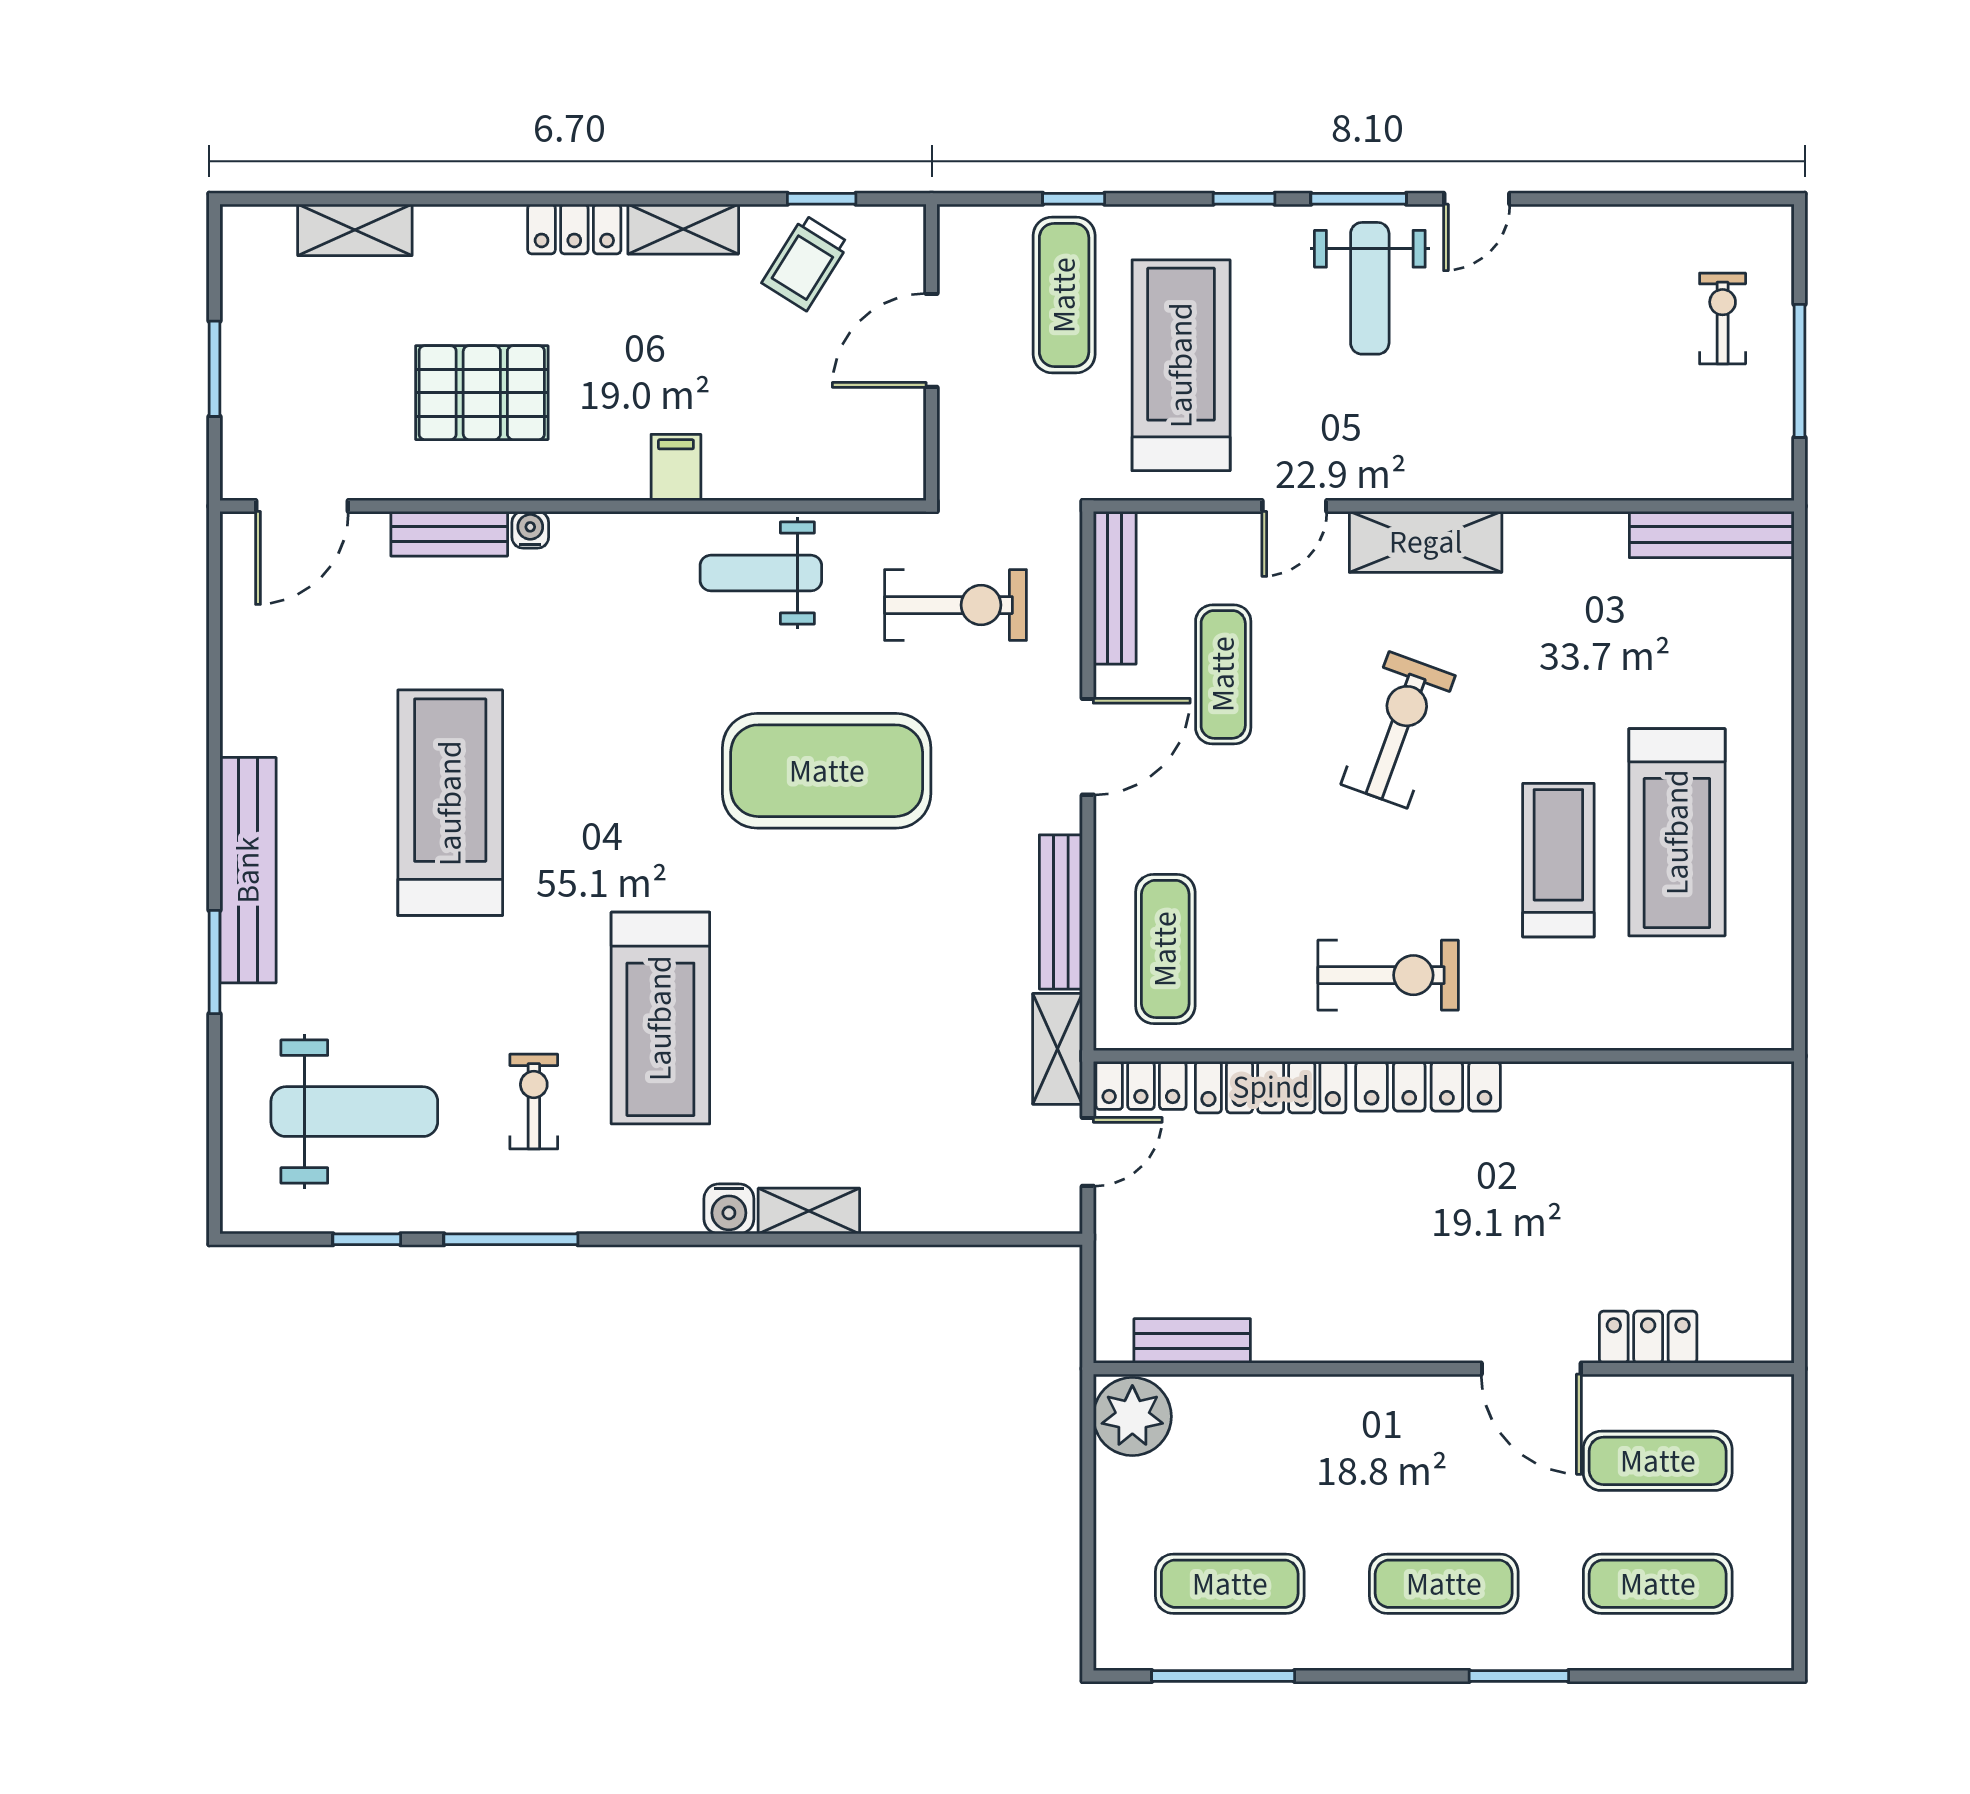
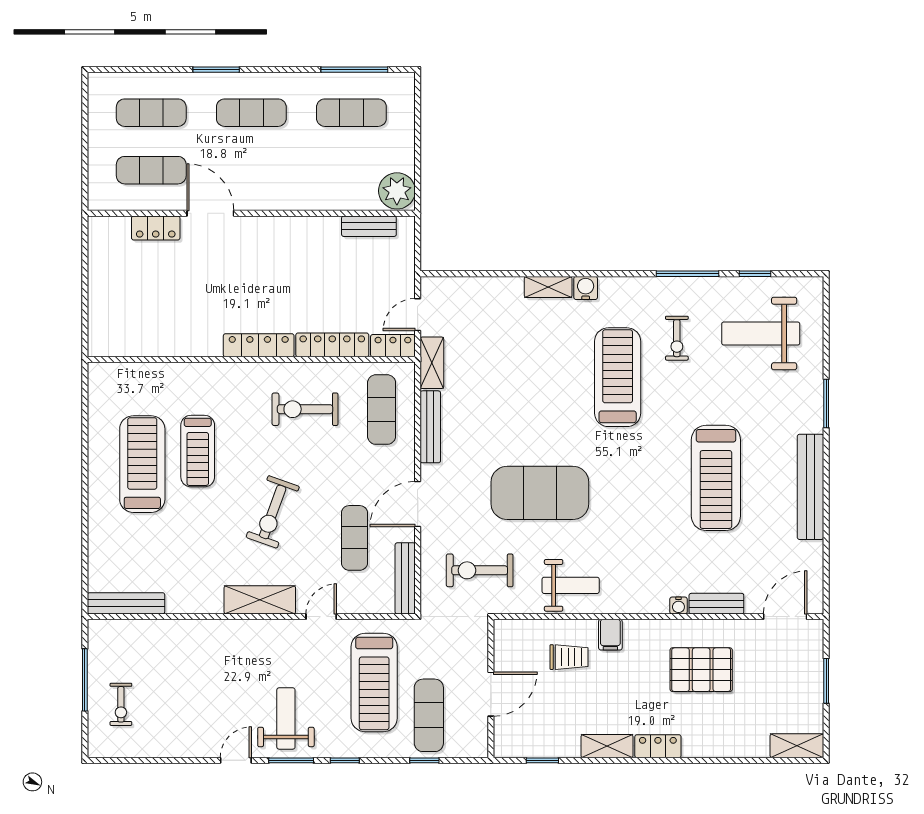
shelving: (355, 230) -> (797, 746), moved
trolley: (805, 263) -> (569, 657), moved, turned 58
bench: (248, 870) -> (810, 487), moved
exercise bike: (1388, 975) -> (305, 409), moved

